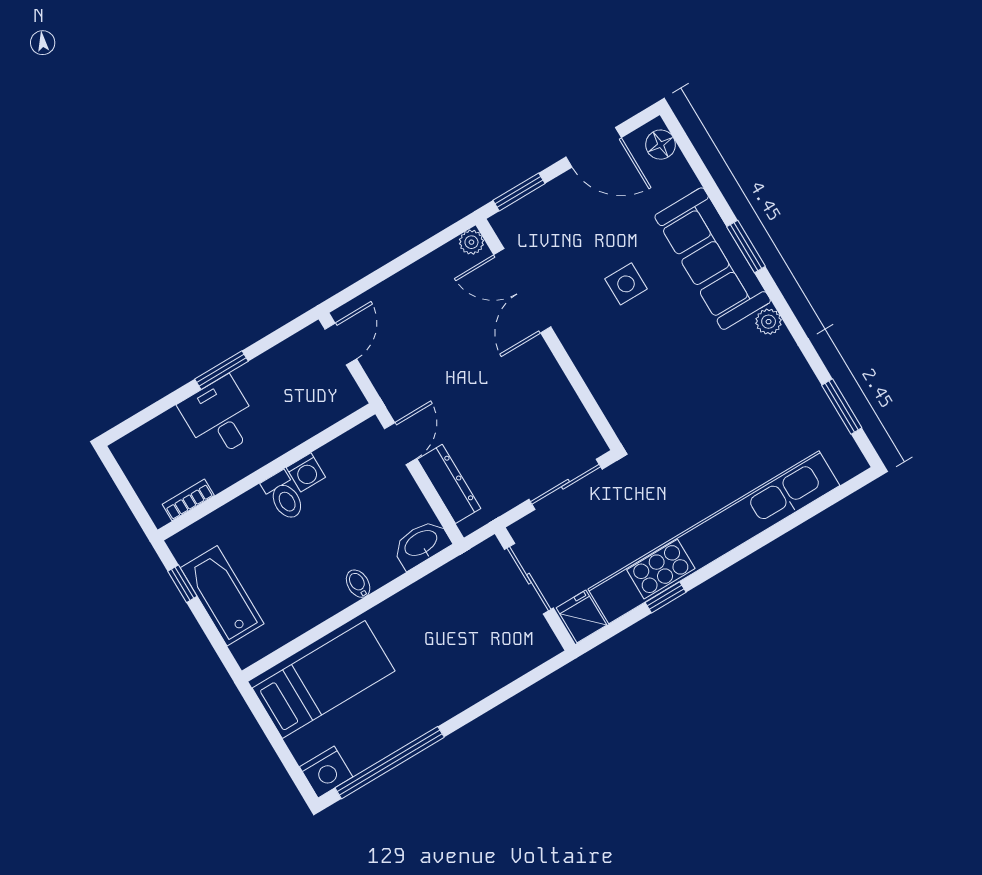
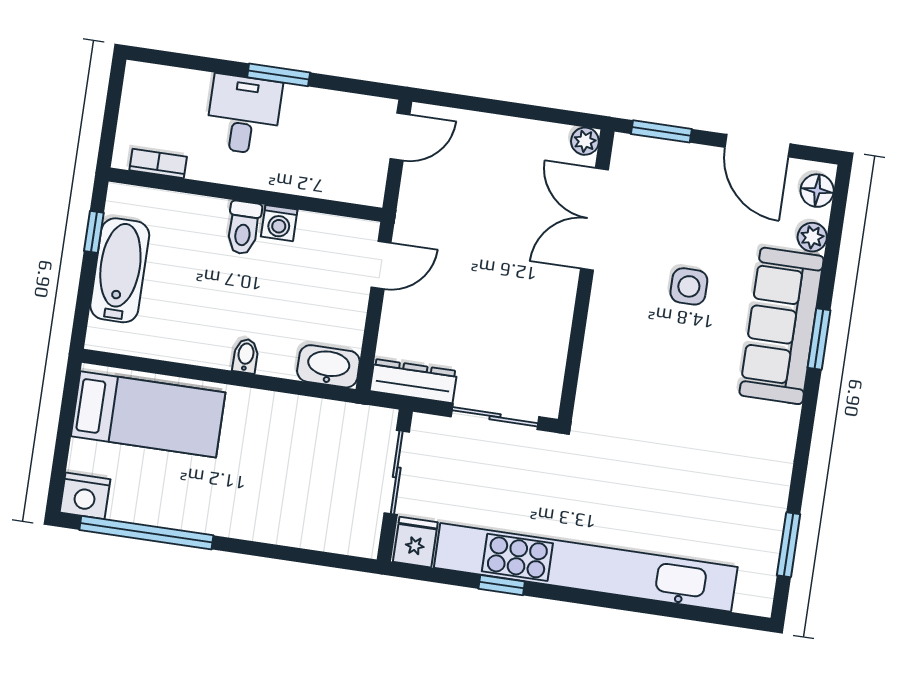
plant: (769, 322) -> (812, 237), moved
dresser: (449, 484) -> (413, 381), moved, turned -90

